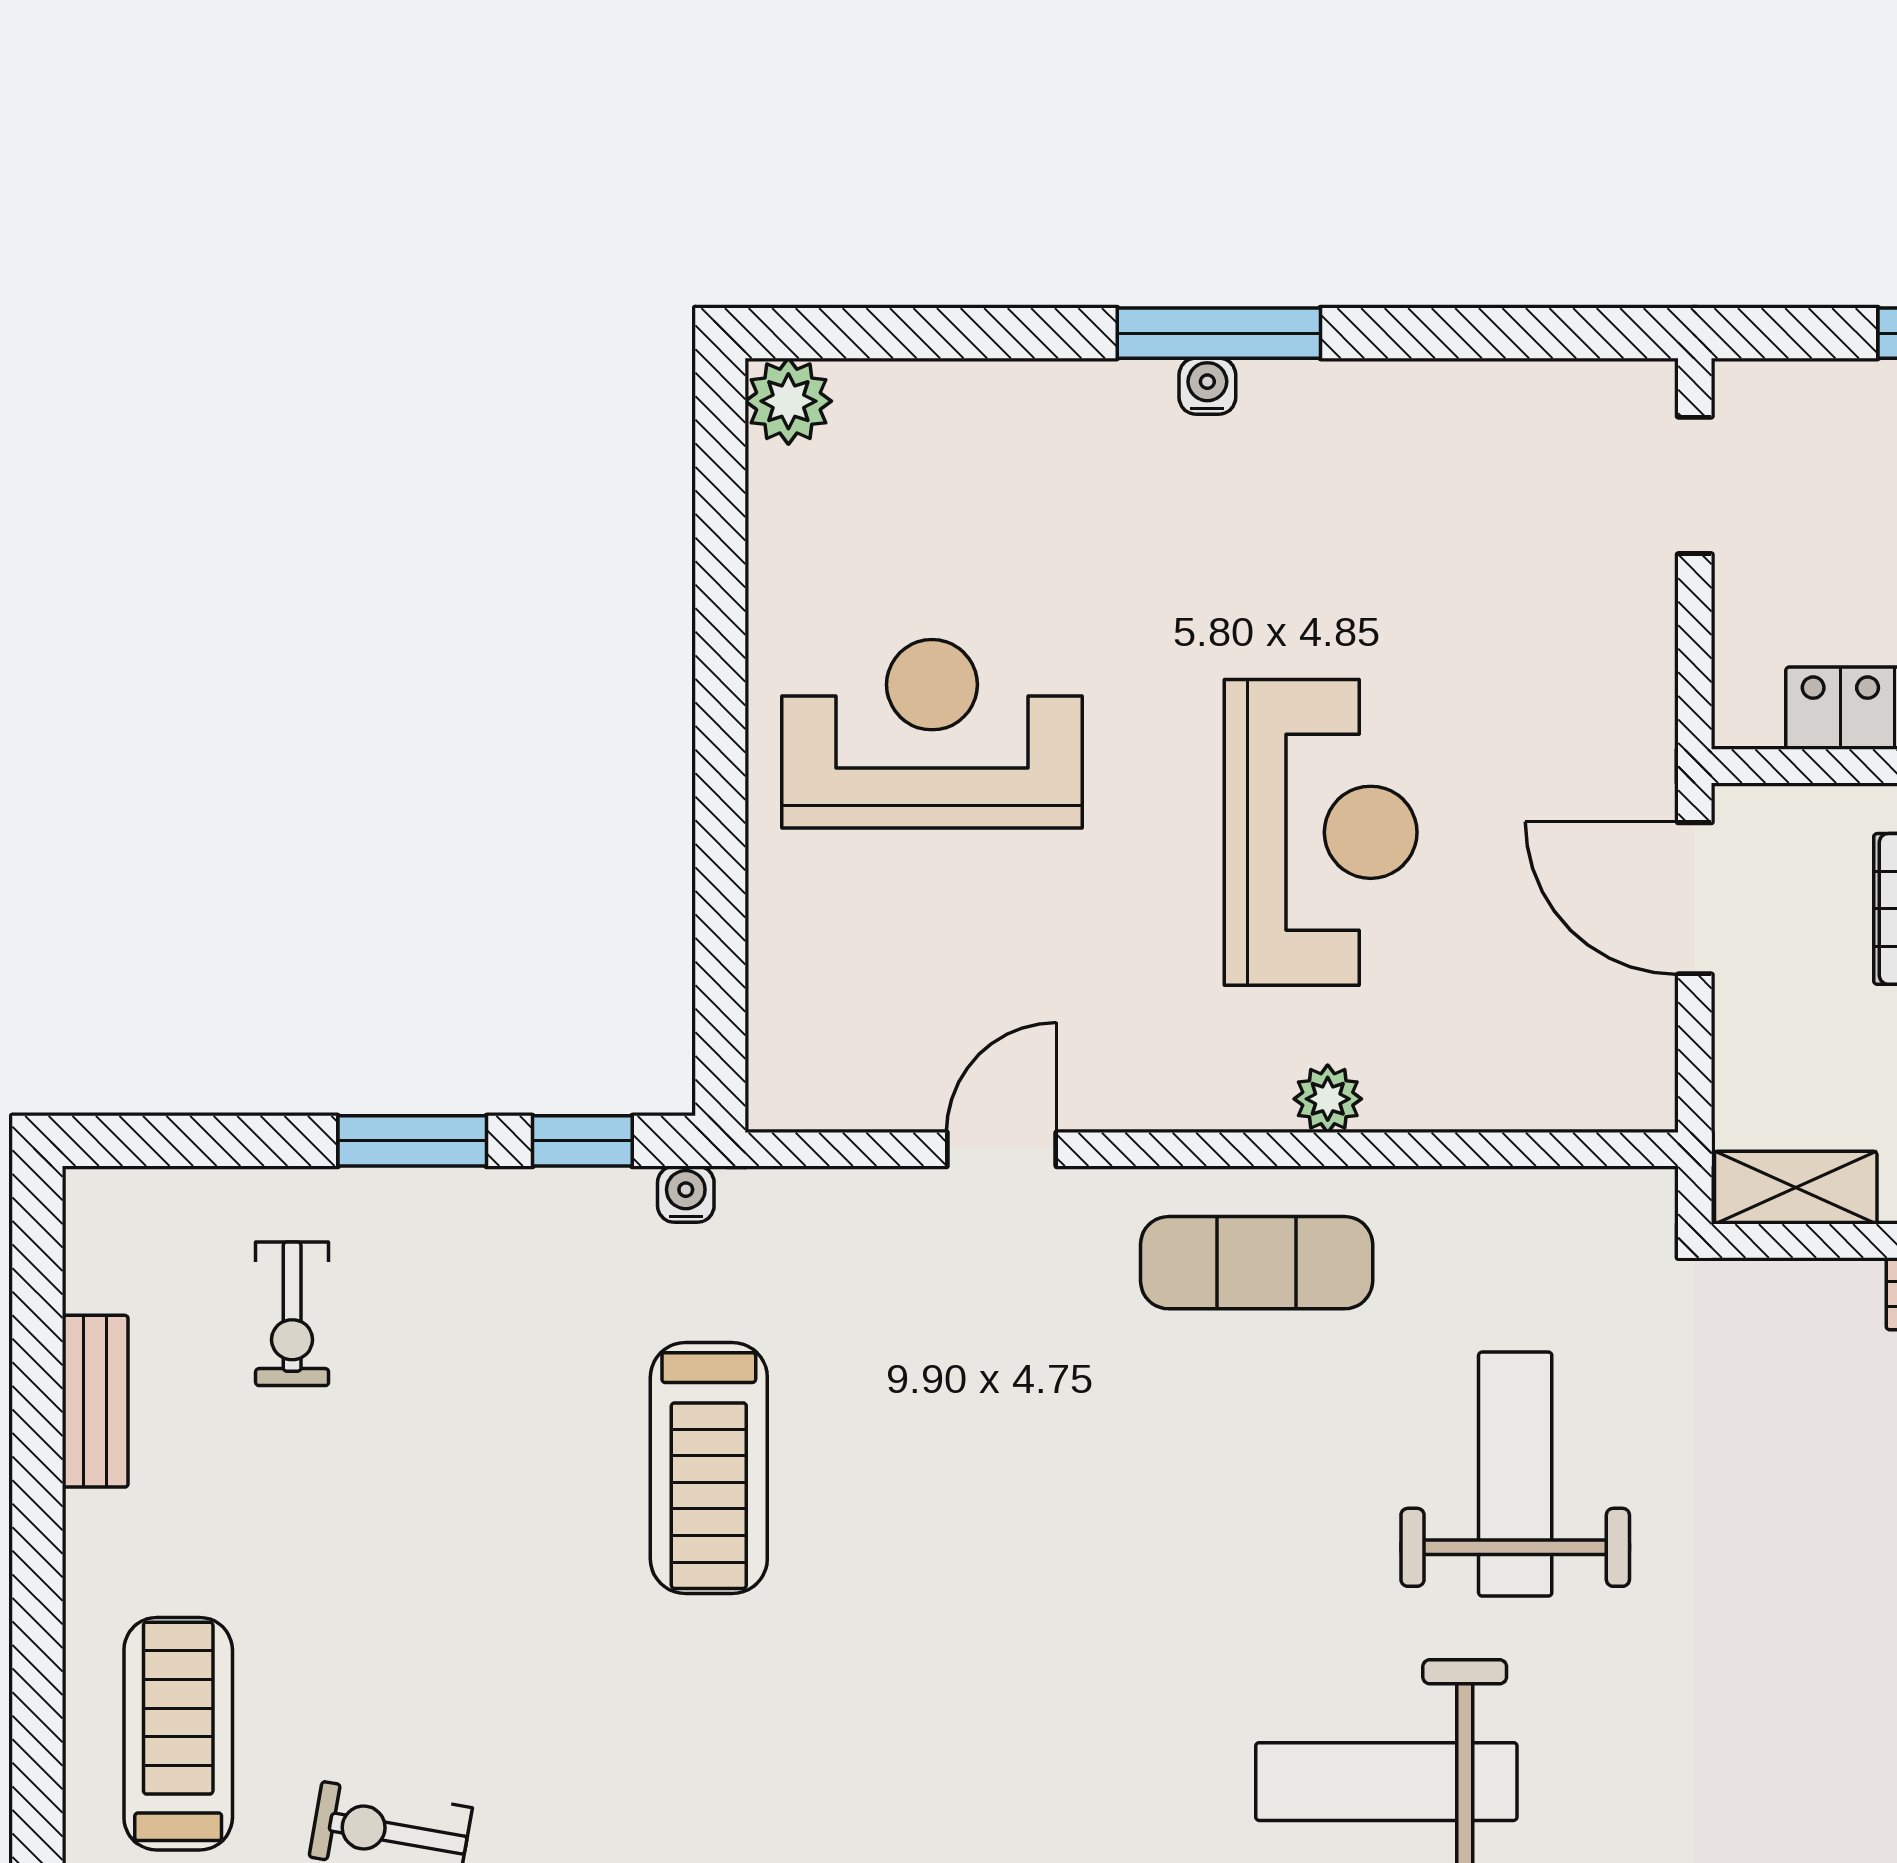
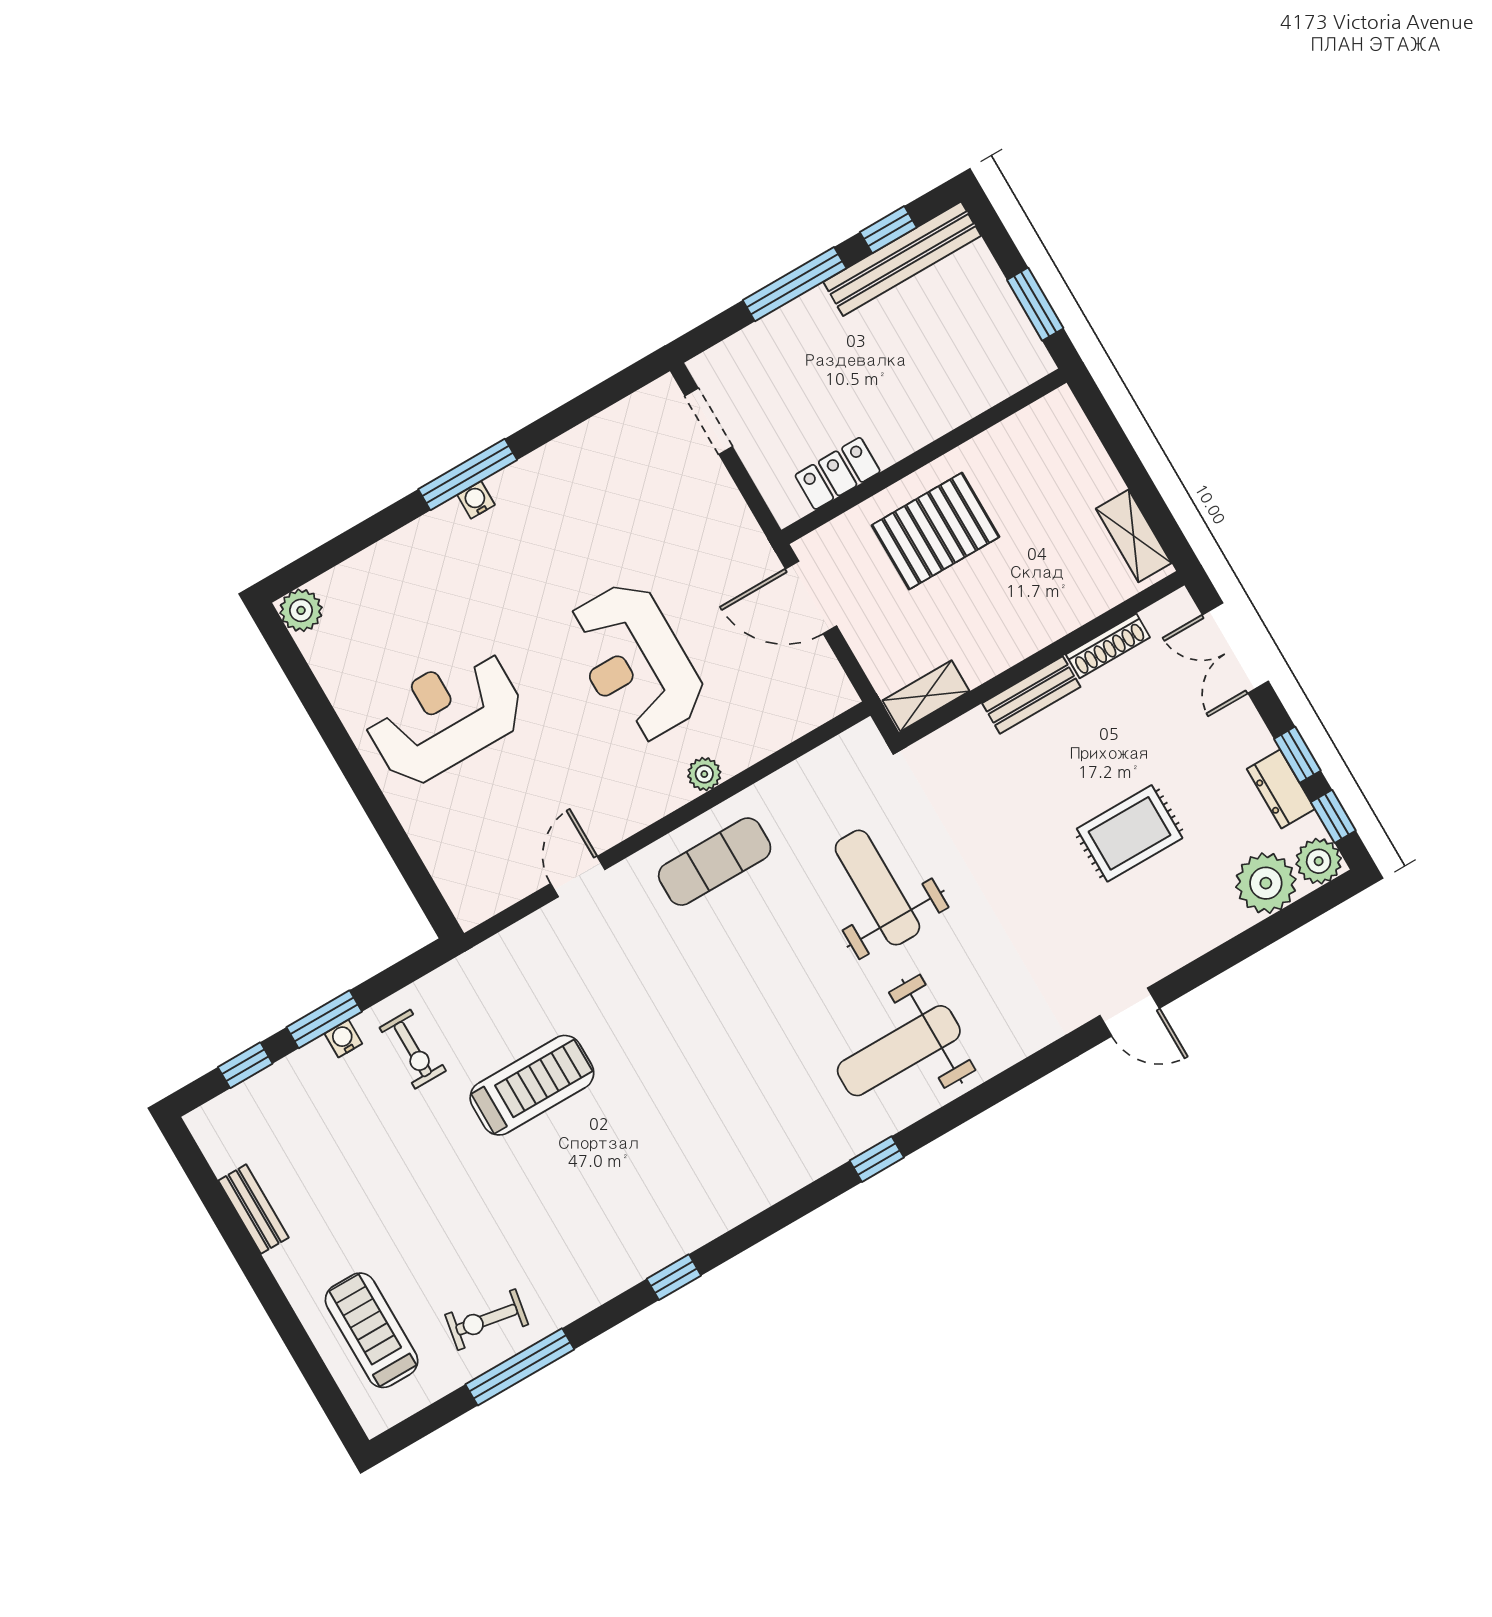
reception desk: (1321, 832) -> (635, 662), turned 180
window: (582, 1141) -> (245, 1065), moved
water cooler: (686, 1194) -> (343, 1039), moved
exercise bike: (292, 1314) -> (413, 1049), moved
treadmill: (709, 1468) -> (532, 1085), turned -90

